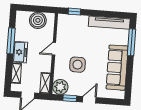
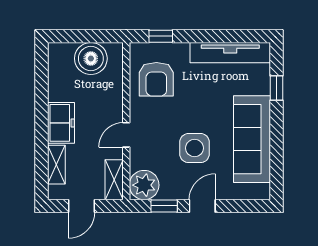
armchair: (70, 33) -> (156, 79), added
window: (11, 41) -> (41, 102), removed
window: (132, 42) -> (277, 88), width x0.46
door: (54, 49) -> (126, 135), moved
side table: (78, 65) -> (195, 148), moved

